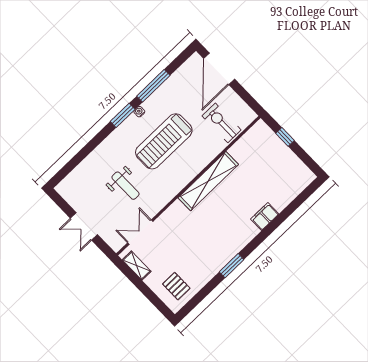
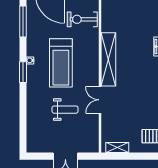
window: (153, 86) -> (23, 22), moved
double door: (140, 232) -> (100, 100), moved

